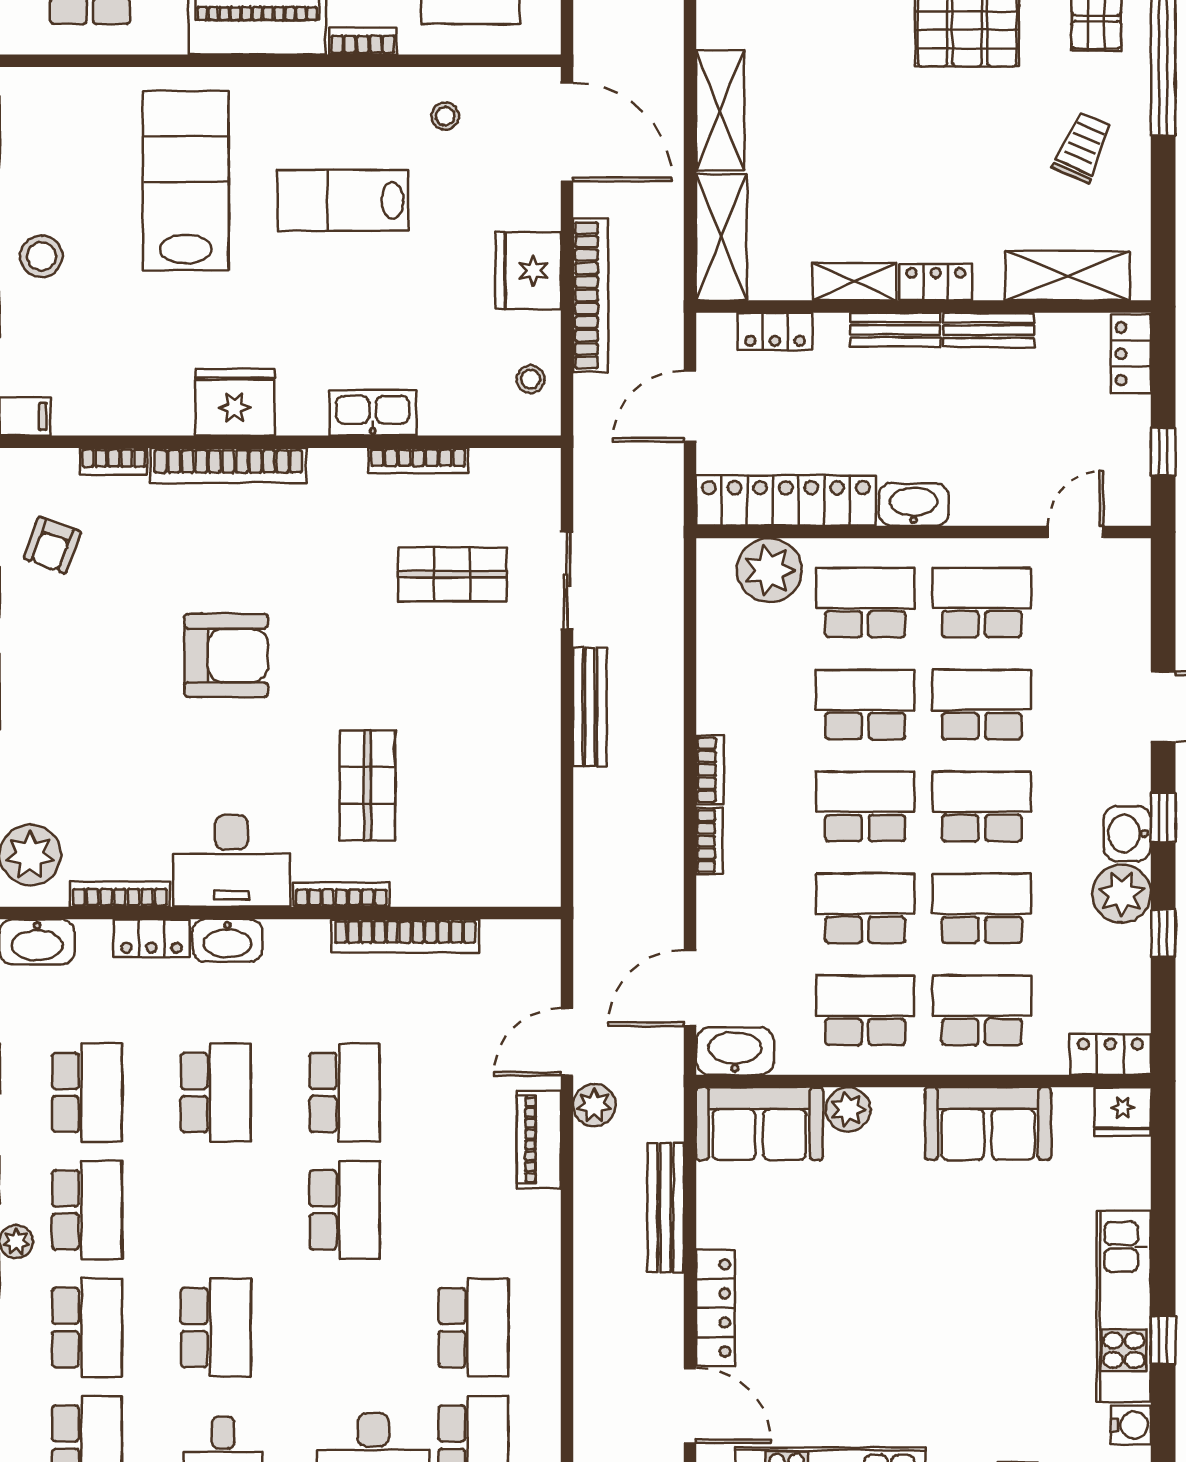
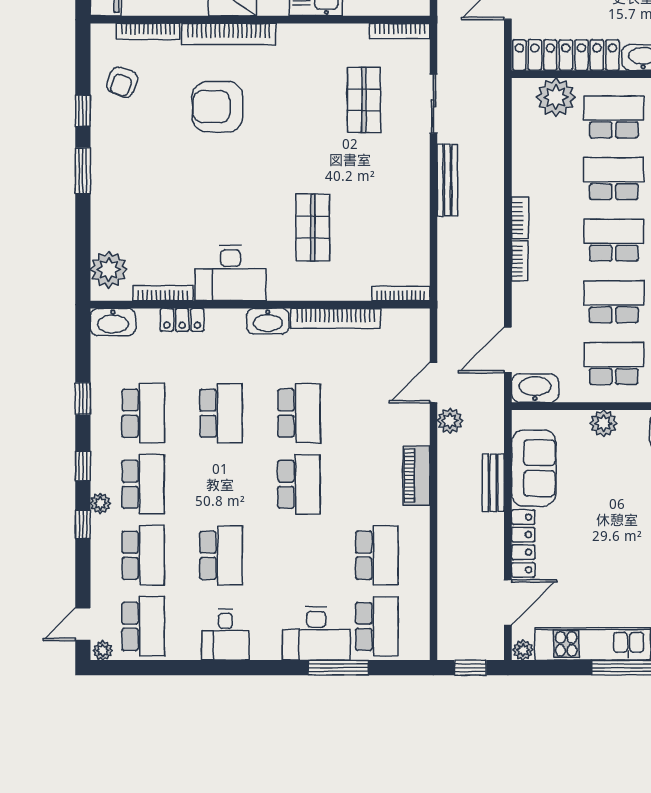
bookcase: (114, 461) -> (148, 31), width x1.56
bookcase: (418, 461) -> (400, 31), moved
shop shelf: (452, 574) -> (364, 100), turned 90
armchair: (226, 655) -> (218, 107), moved, turned 180
bookcase: (341, 895) -> (401, 293), moved
washbasin: (227, 940) -> (268, 321), moved
sofa: (759, 1124) -> (534, 468), moved, turned -90
piano: (539, 1140) -> (416, 476), moved
bench: (666, 1208) -> (493, 483), width x0.73
door: (690, 1406) -> (508, 602), hinge flipped

